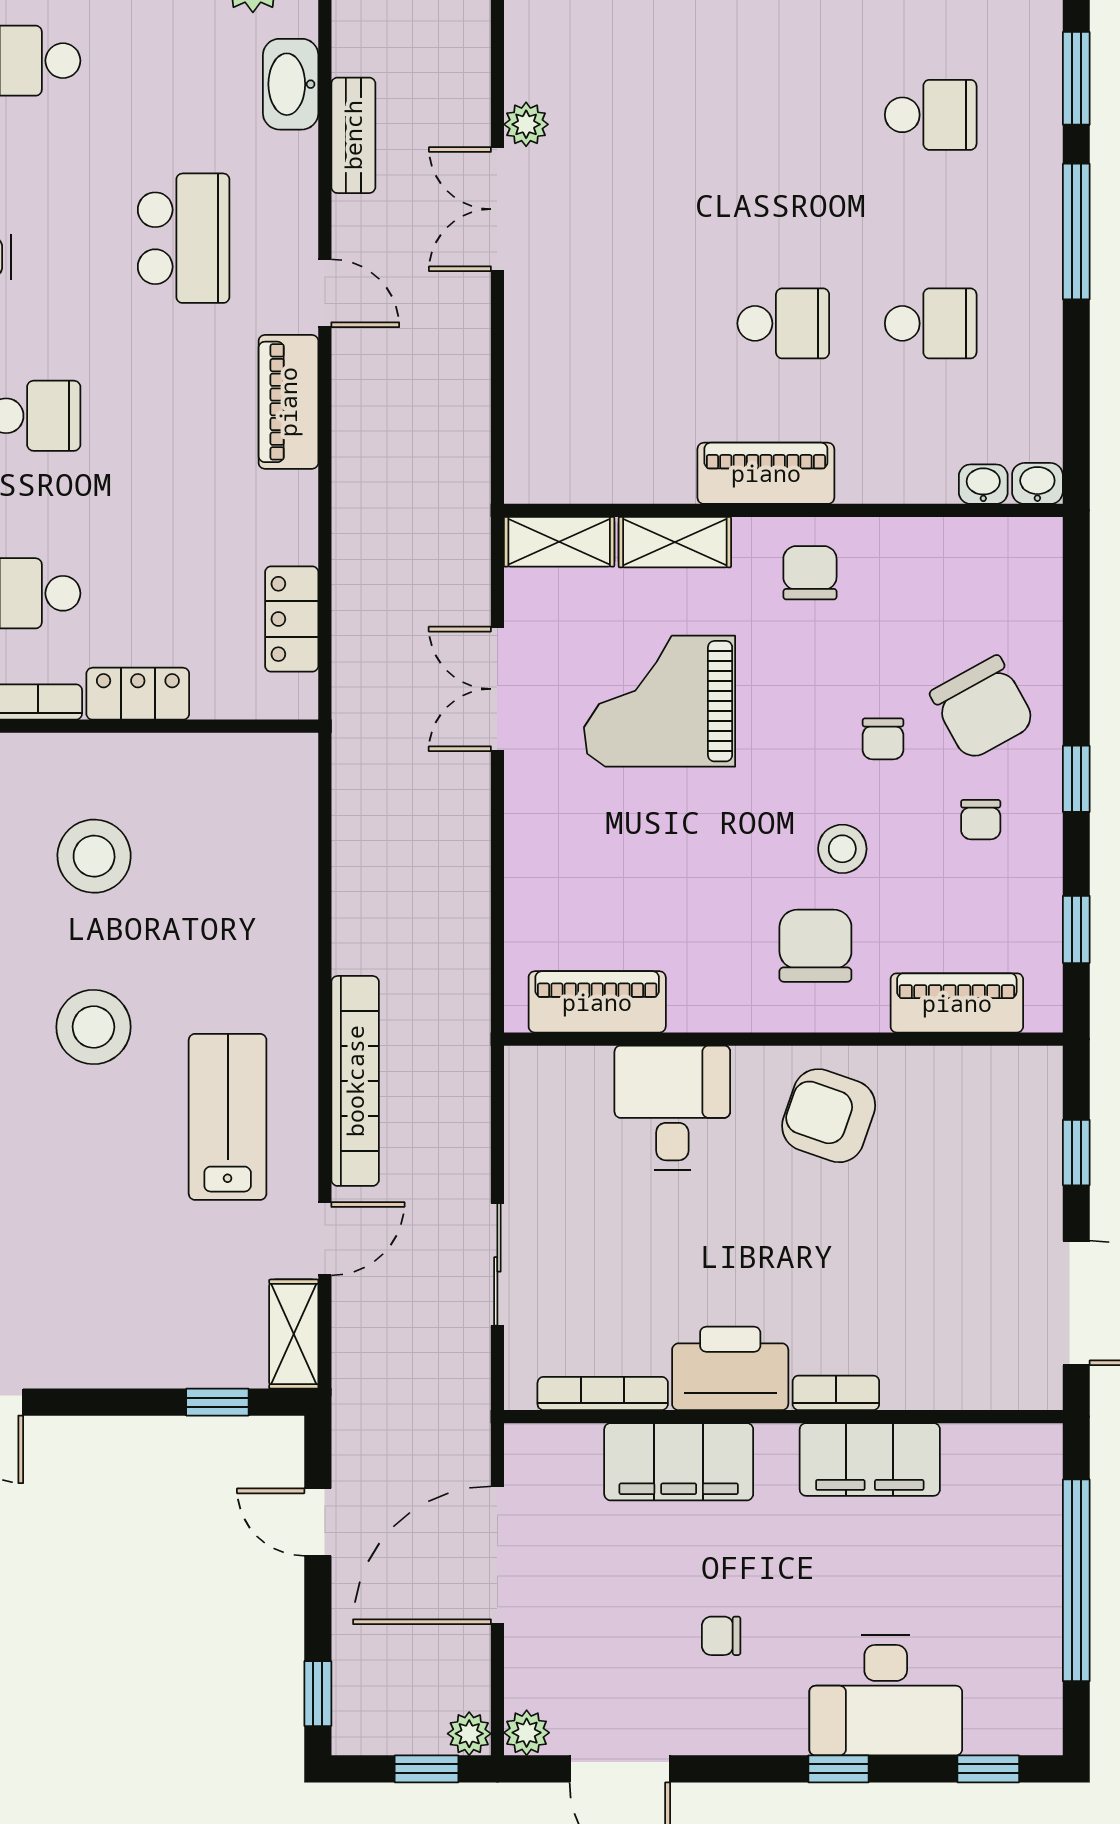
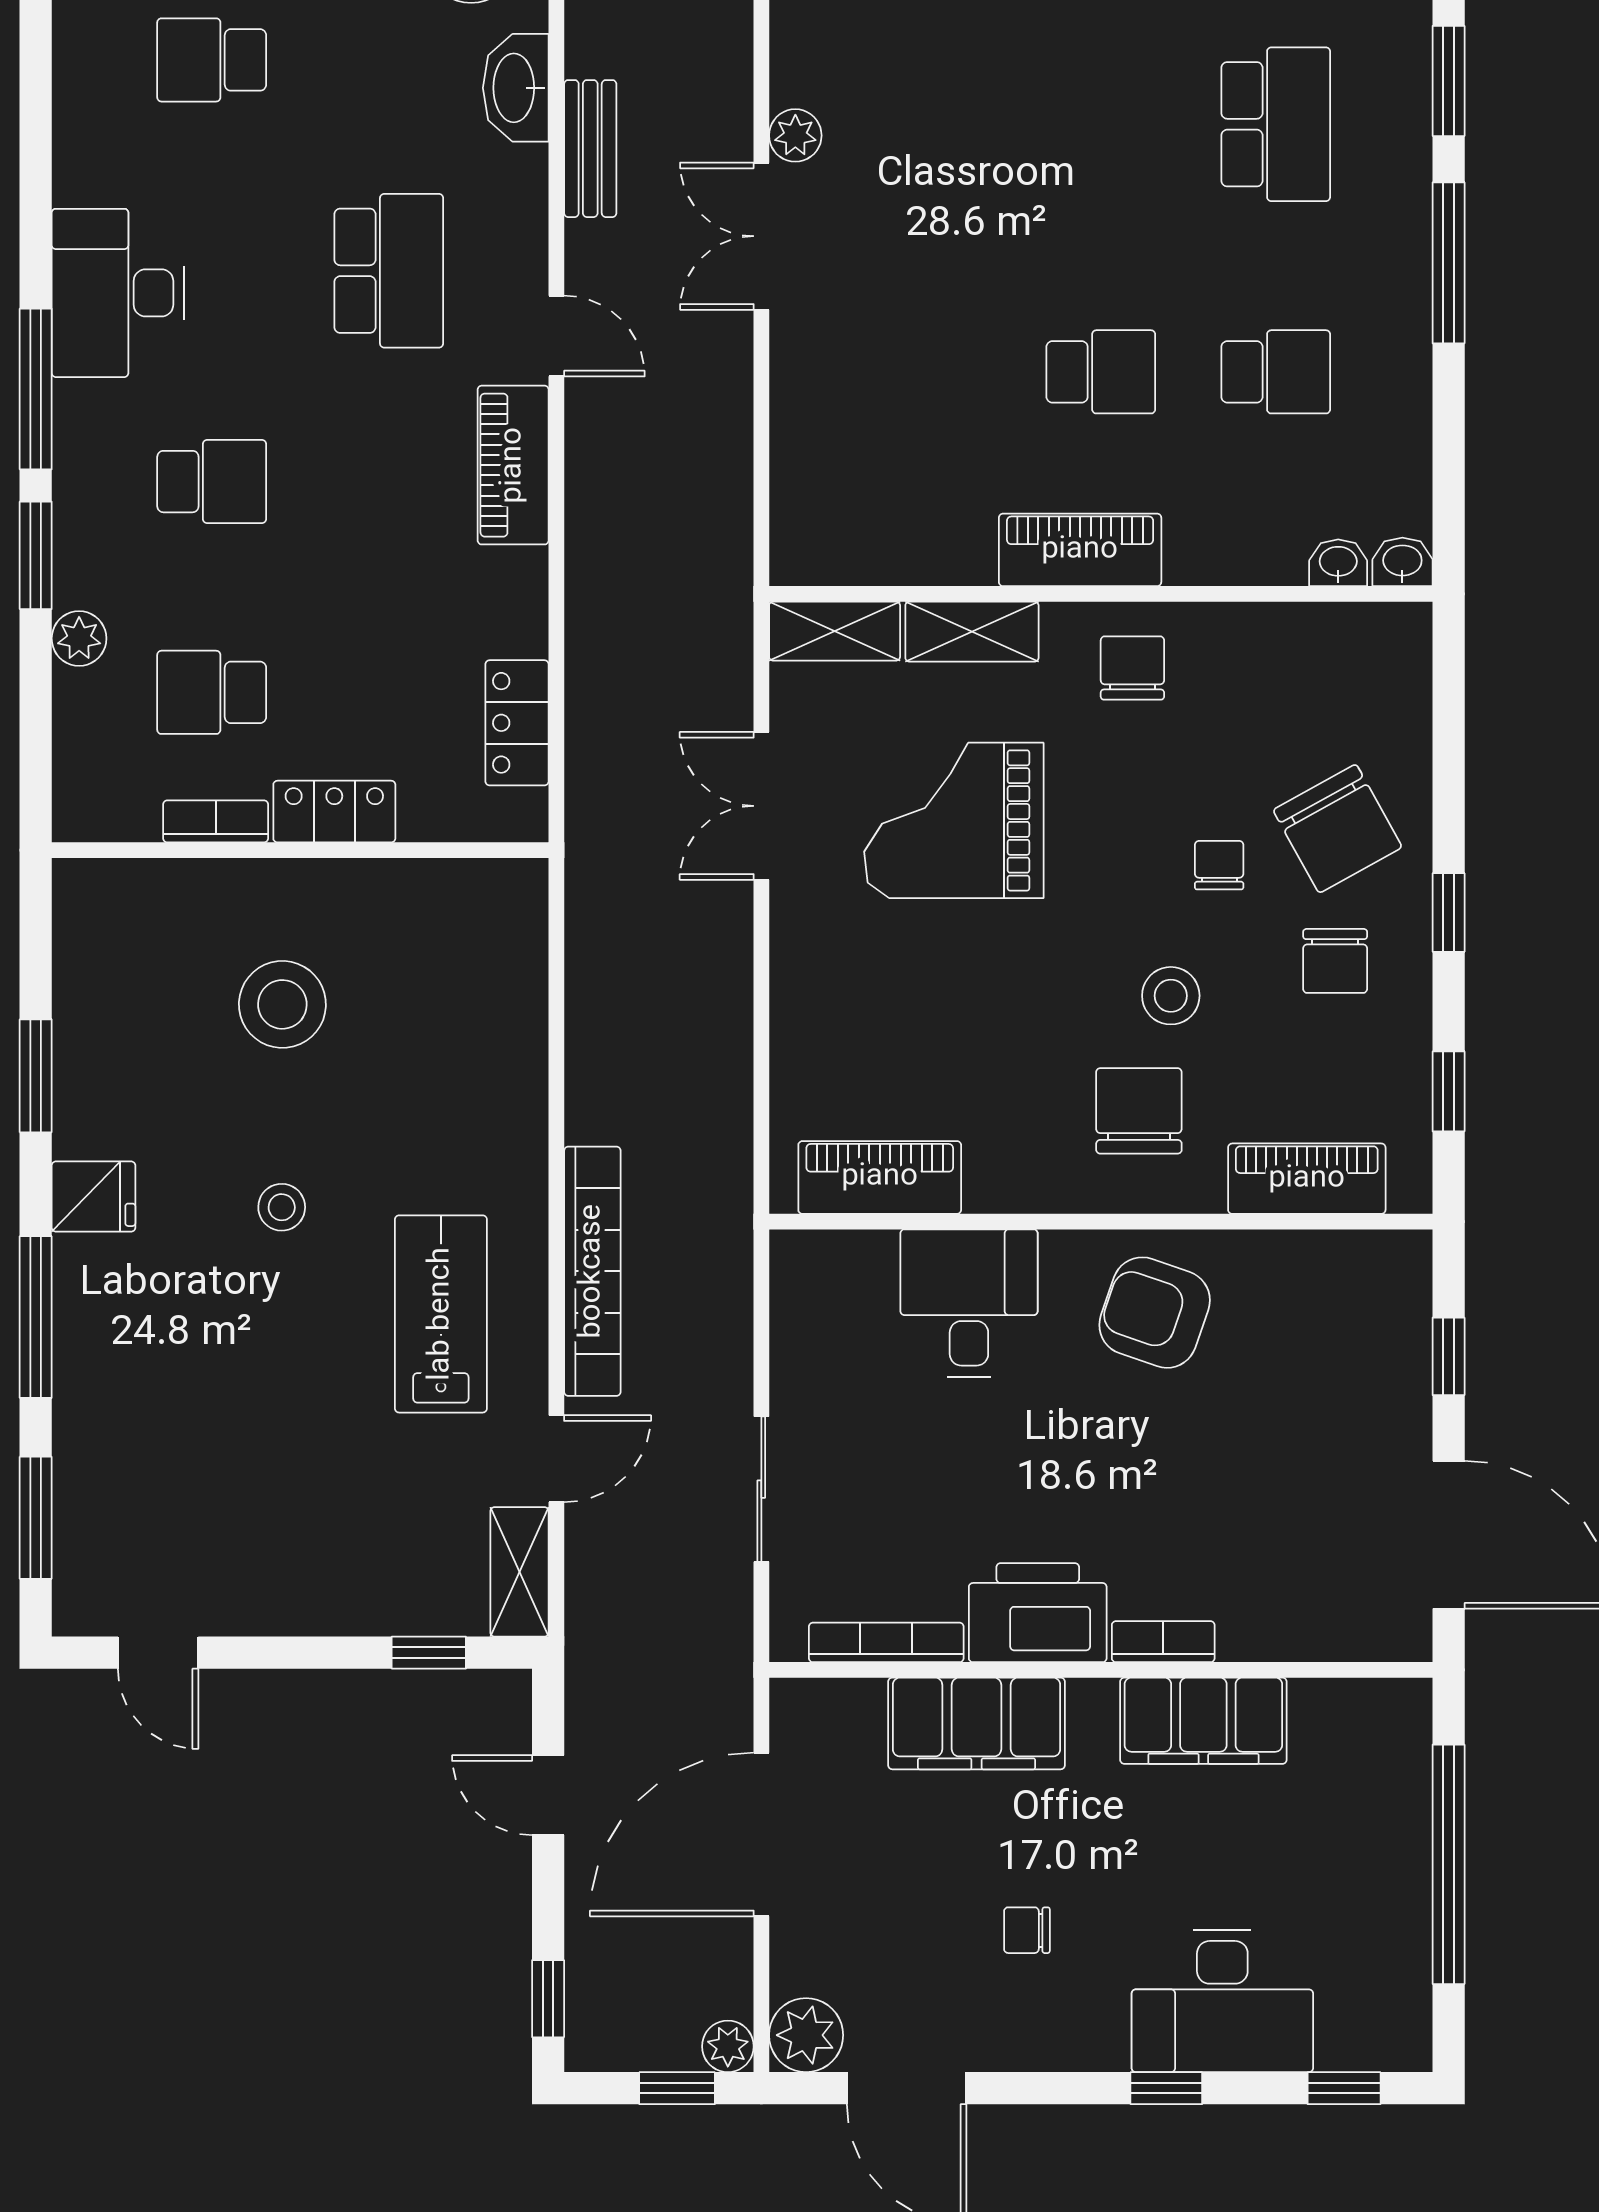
school desk: (931, 115) -> (1276, 124), width x1.85
chair: (883, 739) -> (1219, 865), turned 180
chair: (981, 820) -> (1335, 961), width x1.37, depth x1.37
stool: (93, 1027) -> (282, 1207), width x0.53, depth x0.53
plant: (527, 1733) -> (806, 2035), width x1.38, depth x1.38

